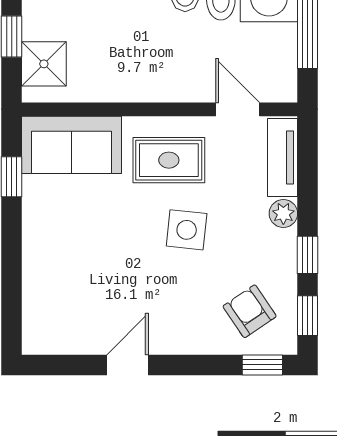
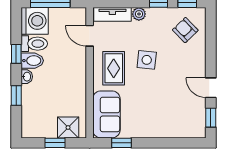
door: (238, 109) -> (90, 36), hinge flipped
armchair: (250, 311) -> (185, 30), turned 80
window: (262, 365) -> (211, 118), moved

